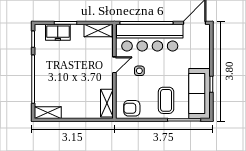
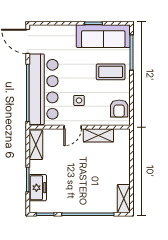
door: (114, 65) -> (73, 127), swing flipped
shelving: (107, 103) -> (98, 135), moved

